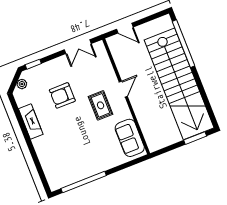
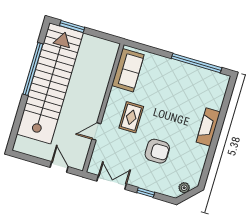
window: (184, 44) -> (33, 69), moved
window: (33, 64) -> (146, 193), moved
door: (123, 89) -> (96, 131), moved
fireplace: (31, 122) -> (208, 127), moved

